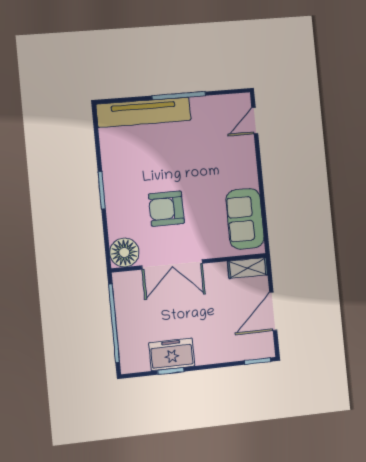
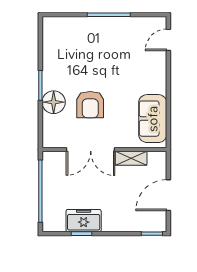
tv unit: (144, 112) -> (79, 26), removed
armchair: (166, 209) -> (90, 105), turned -90
floor lamp: (124, 253) -> (54, 102), moved
shelving: (248, 268) -> (131, 158), moved

